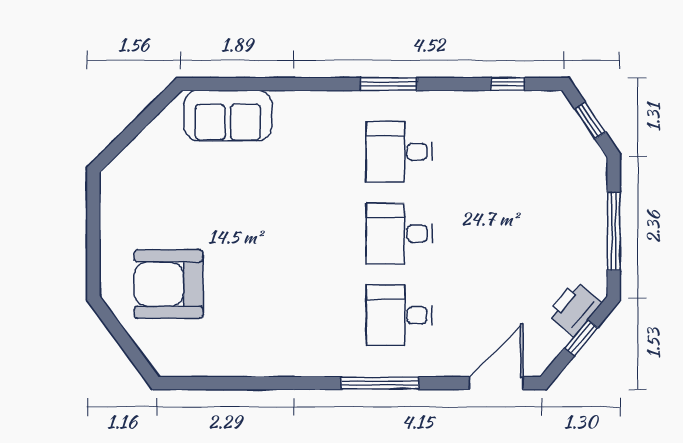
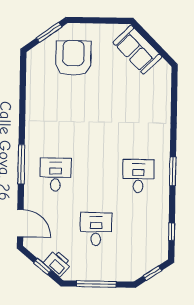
sofa: (228, 116) -> (137, 50), moved, turned -45
desk: (399, 234) -> (96, 229), moved
window: (119, 333) -> (49, 32), added

